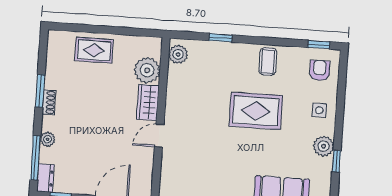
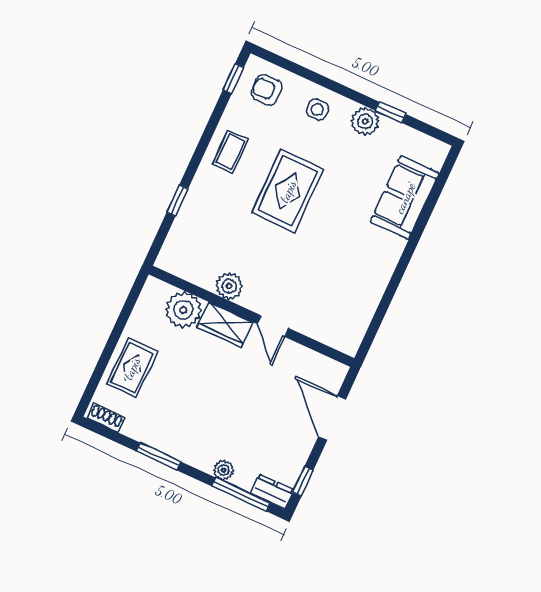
plant: (178, 54) -> (229, 286), moved
coffee table: (268, 61) -> (230, 152), turned 90
shoe rack: (49, 102) -> (106, 418), moved

